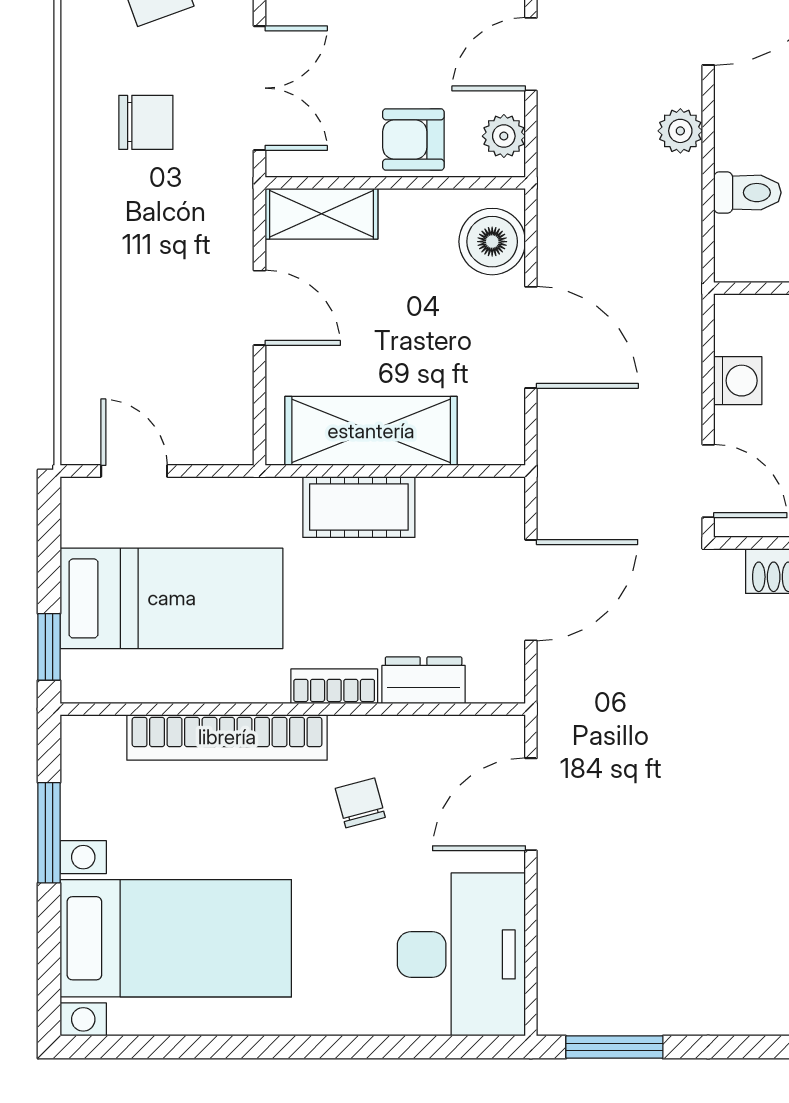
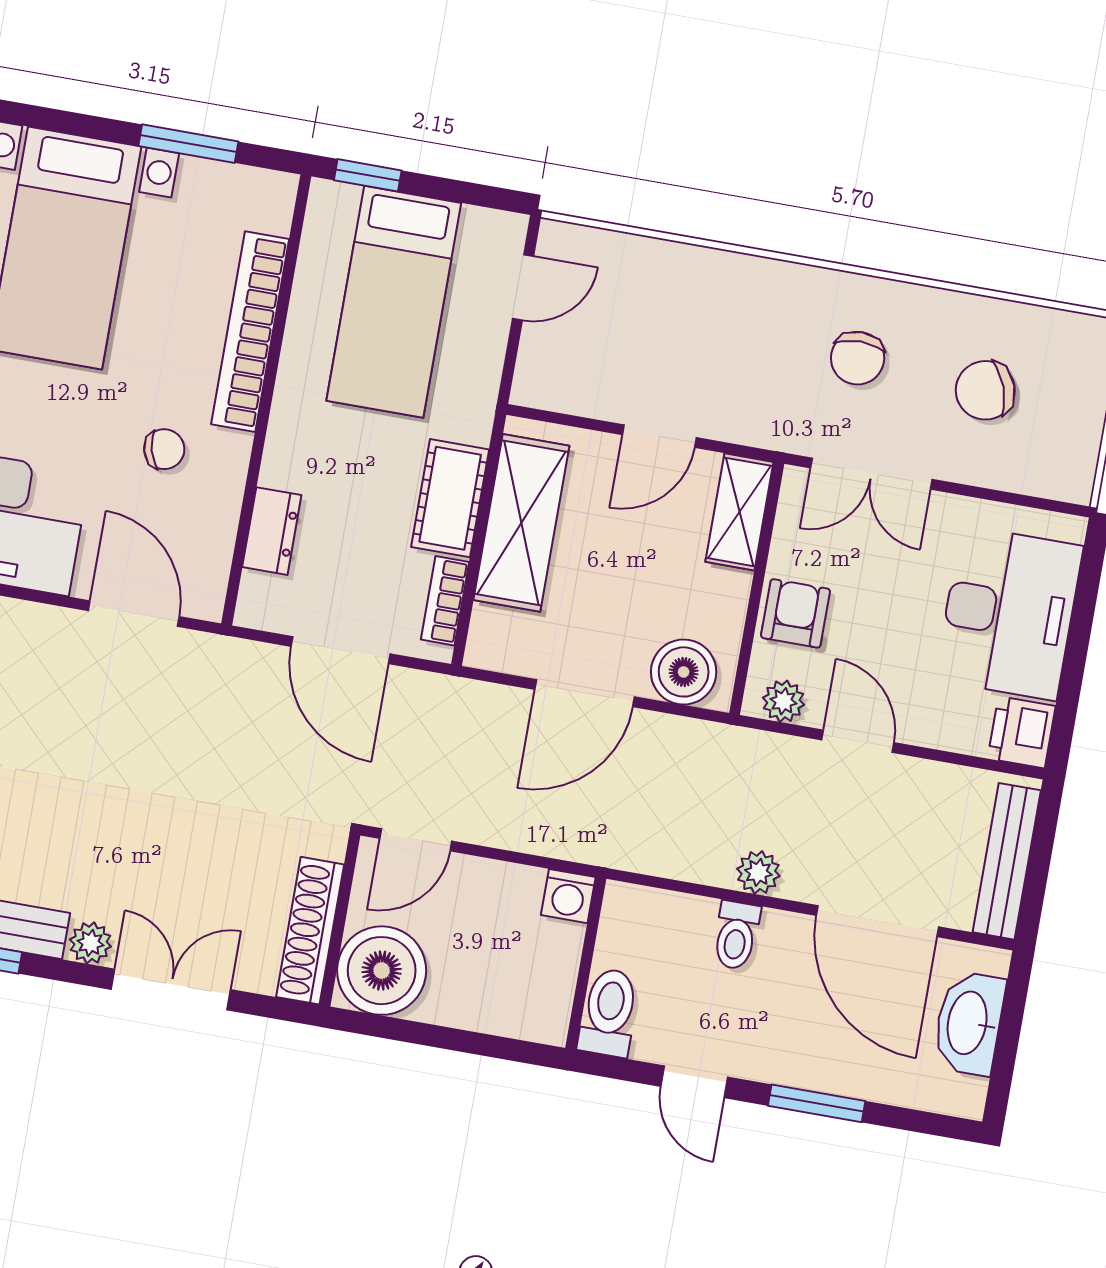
toilet: (747, 193) -> (736, 935), moved
washing machine: (738, 381) -> (568, 896), moved
bookcase: (334, 686) -> (445, 601), moved, turned 180

